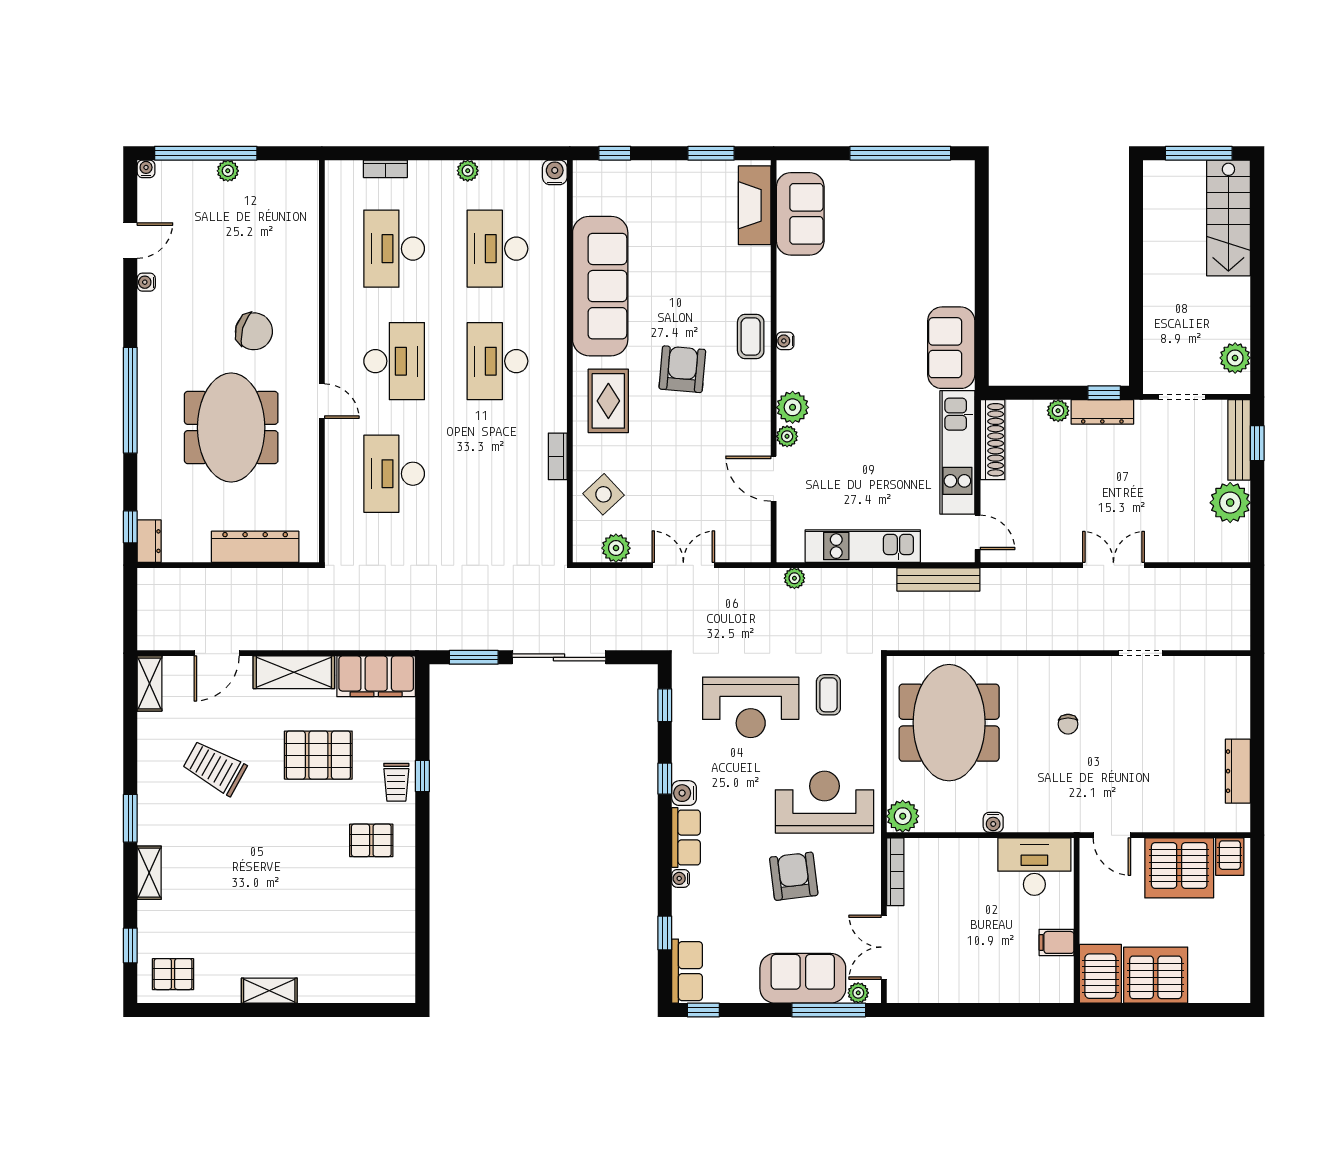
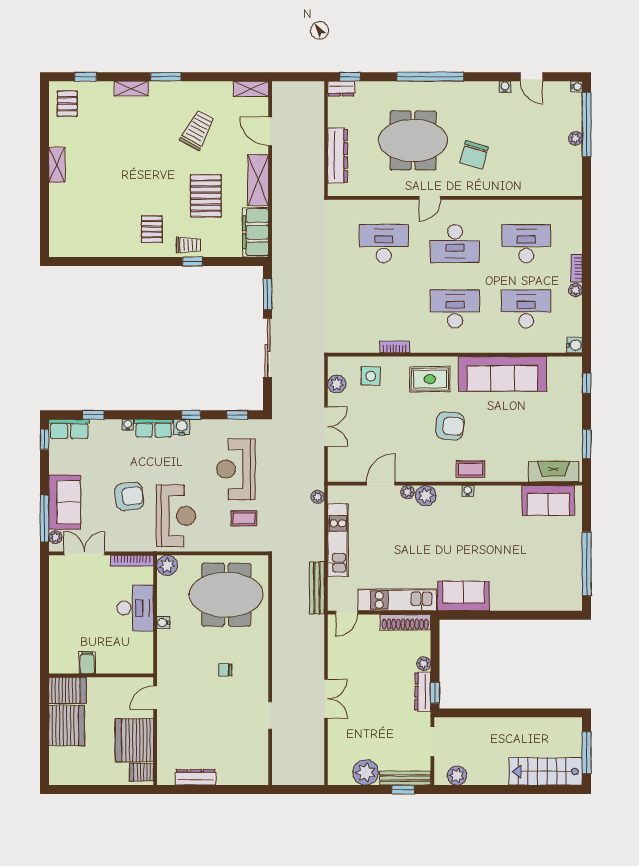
bookcase: (385, 169) -> (577, 268), moved
side table: (604, 494) -> (371, 376), turned 45
trolley: (396, 782) -> (189, 245), turned 180
desk: (1034, 867) -> (135, 608), moved

